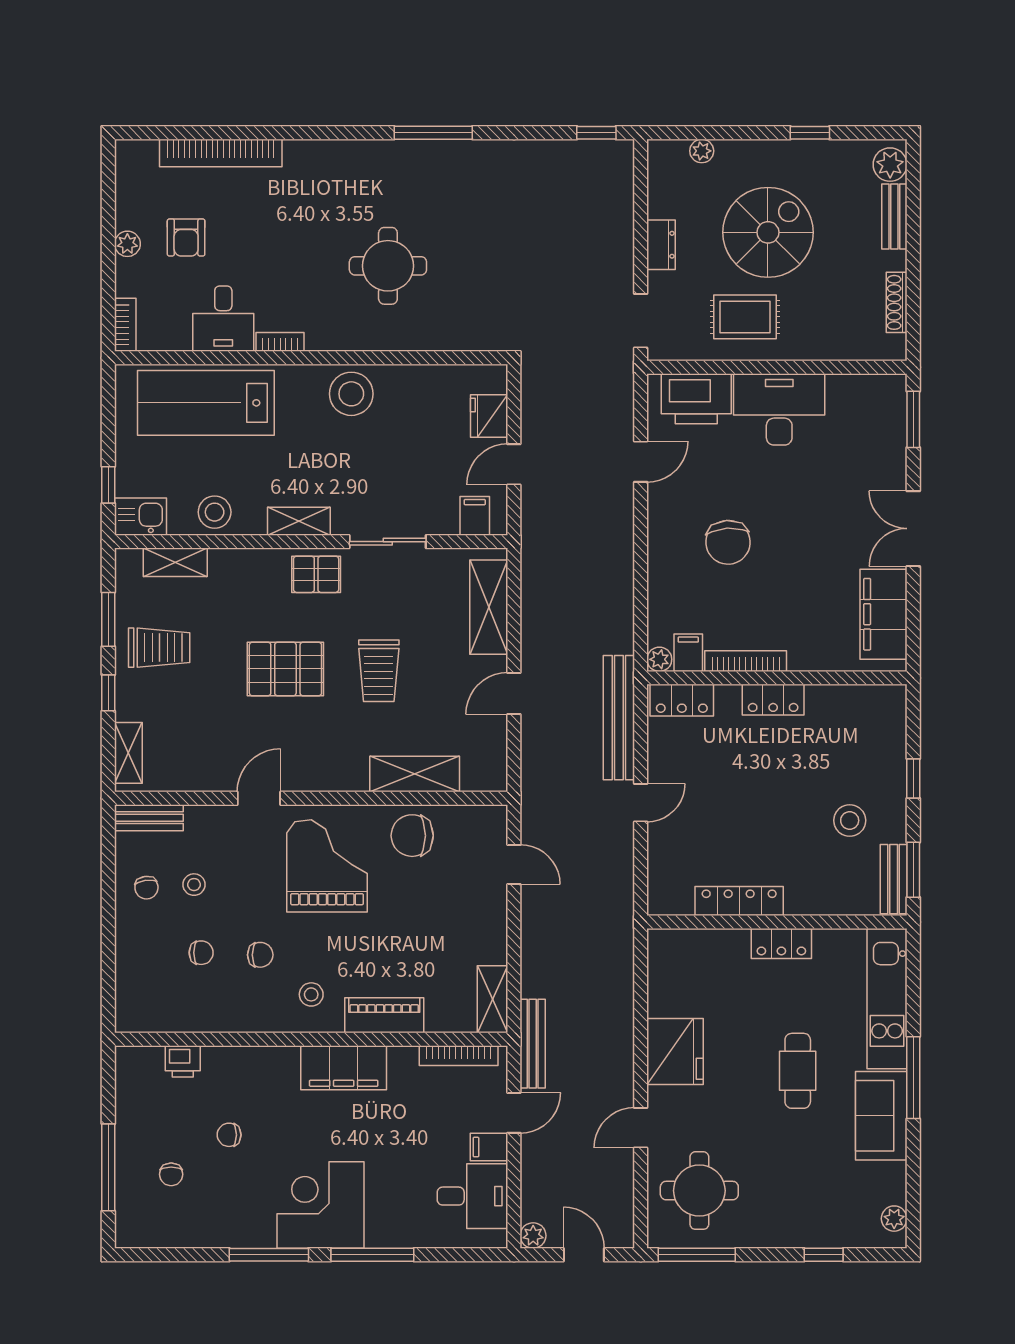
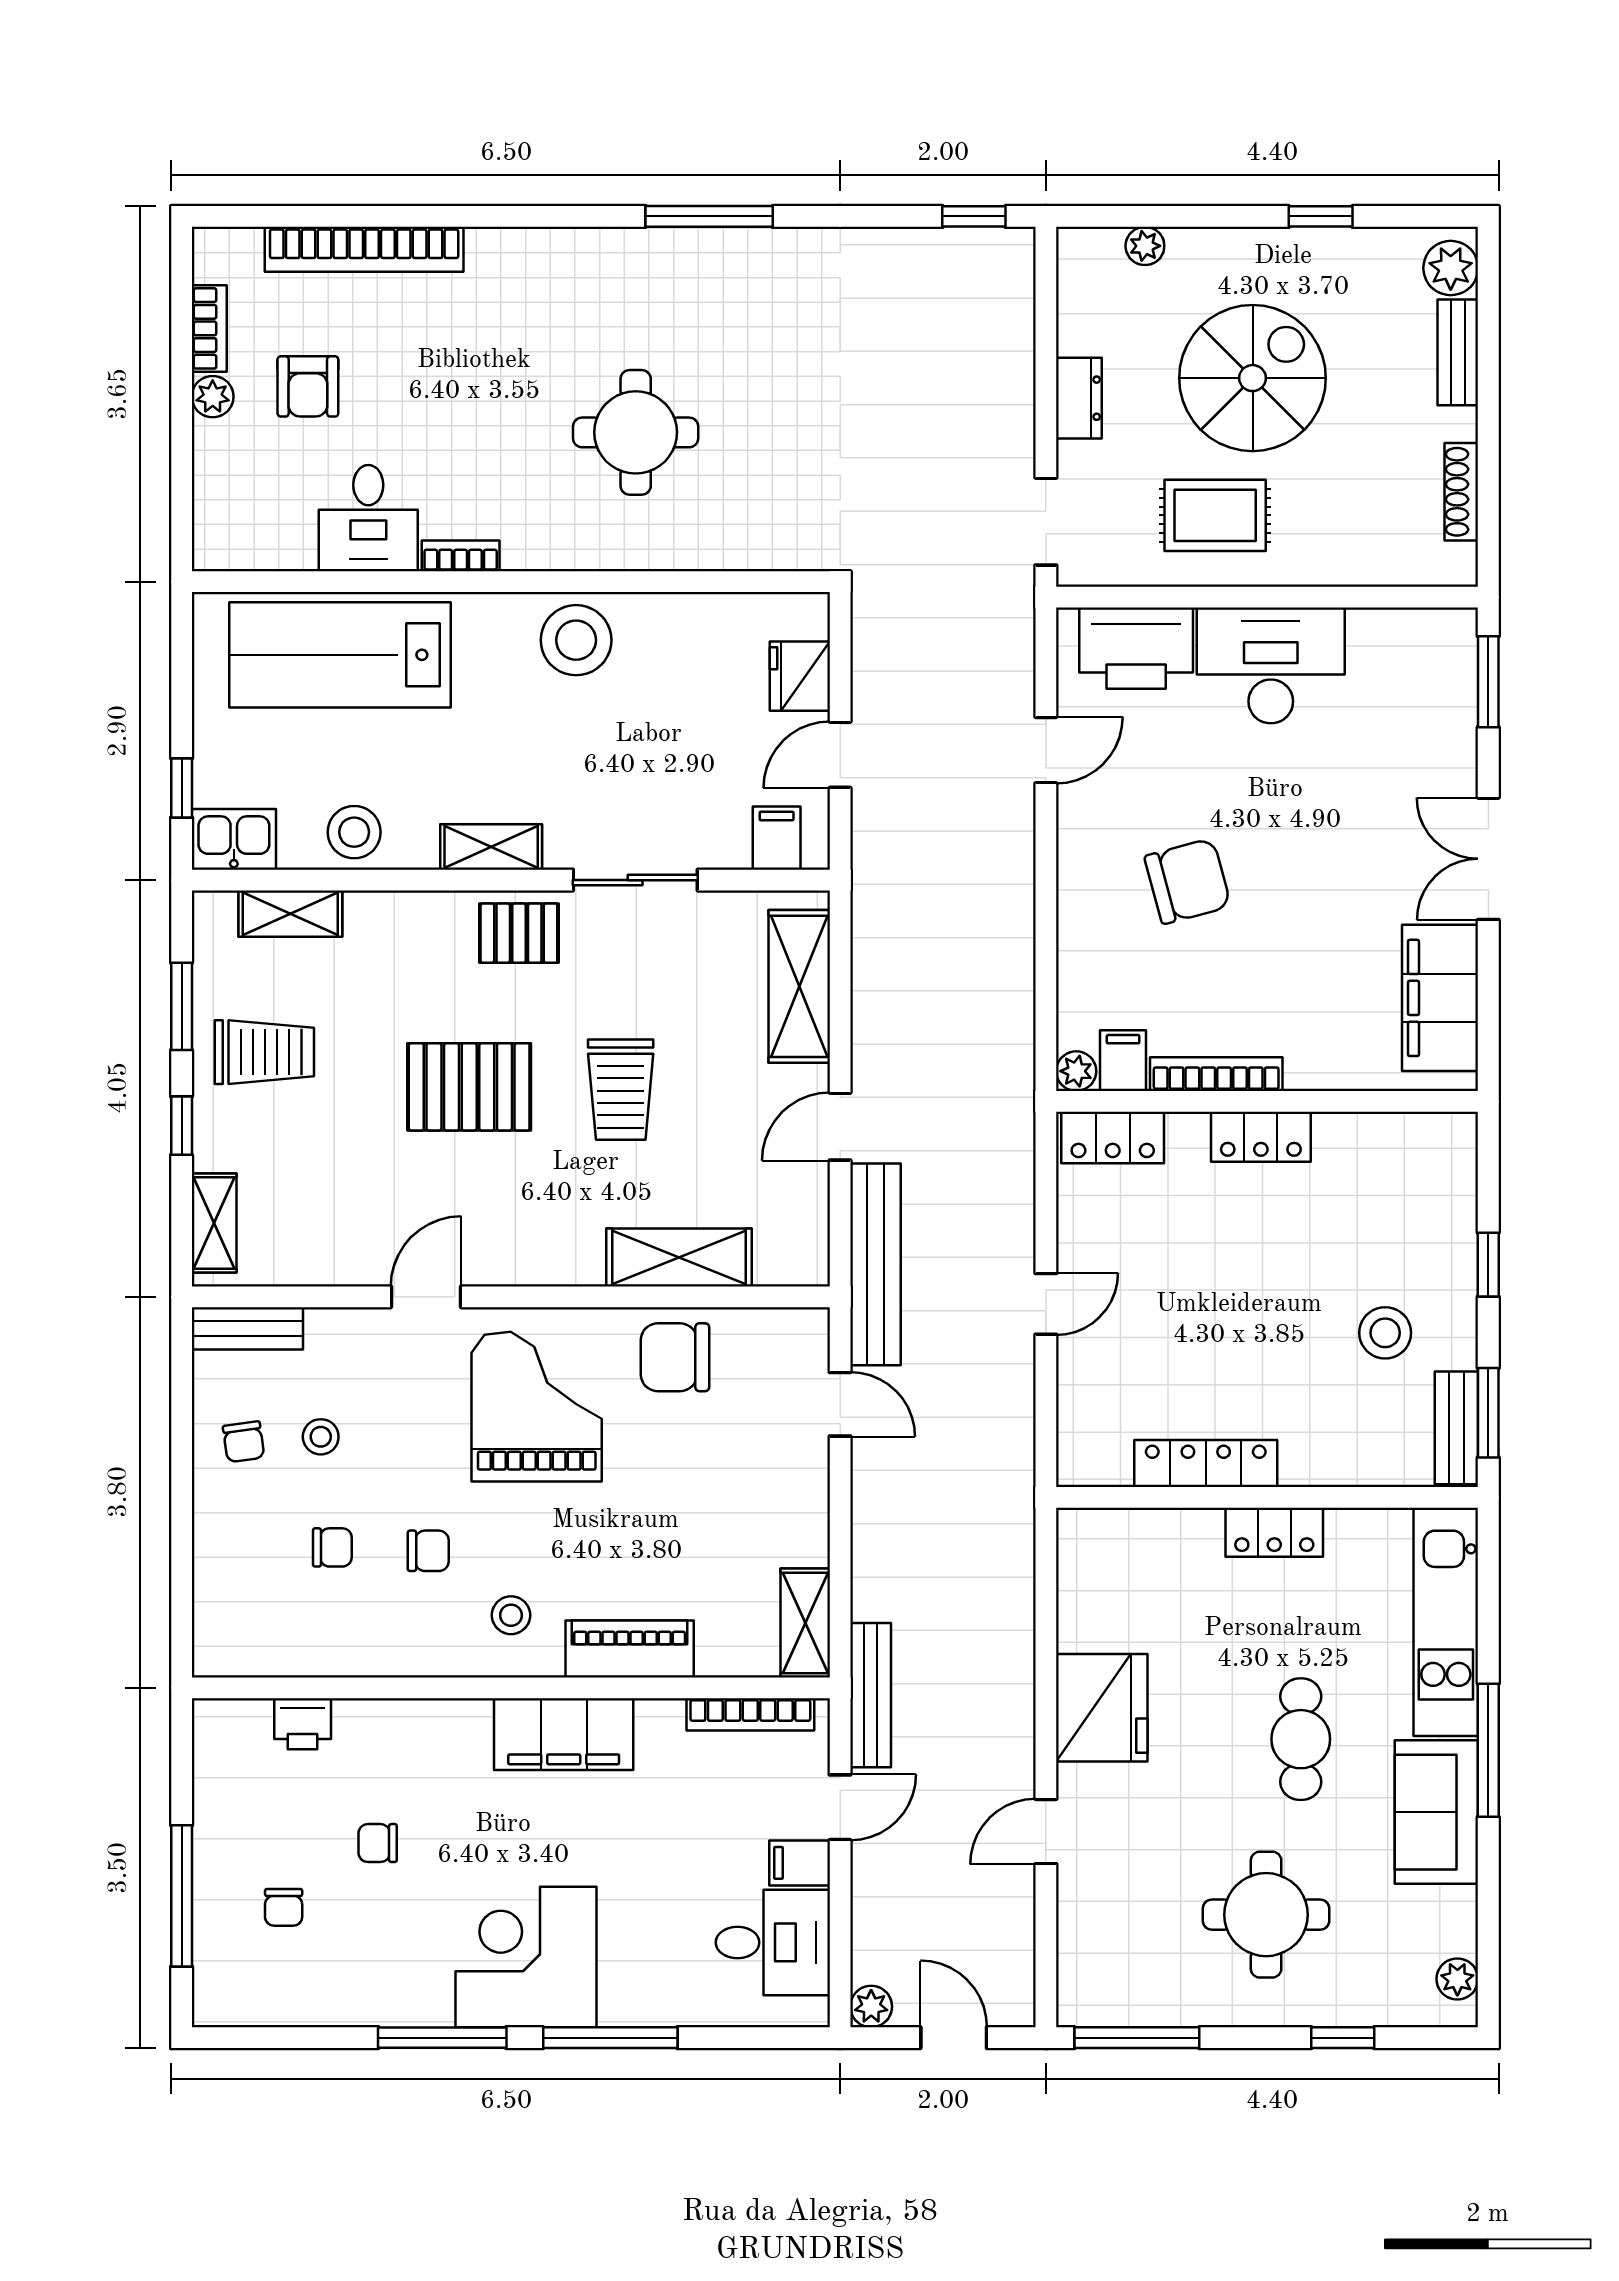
bookcase: (125, 325) -> (209, 328), moved
chair: (728, 542) -> (1188, 881), turned -101
bench: (619, 718) -> (875, 1264), moved
round table: (699, 1191) -> (1266, 1915), moved

